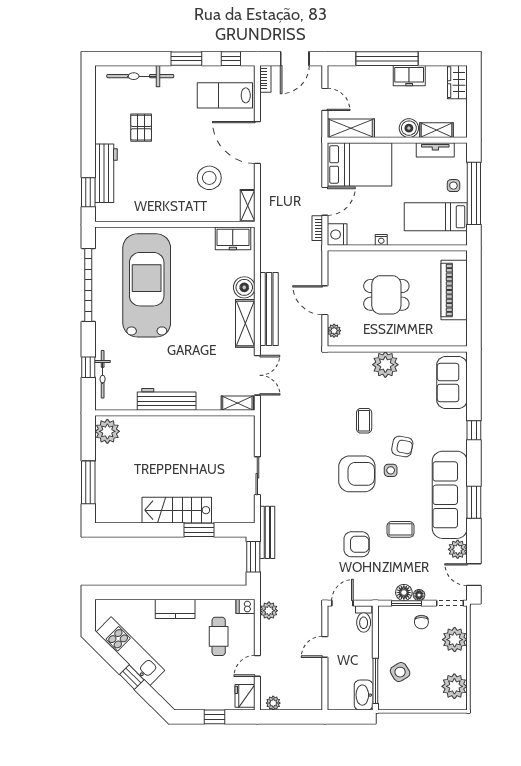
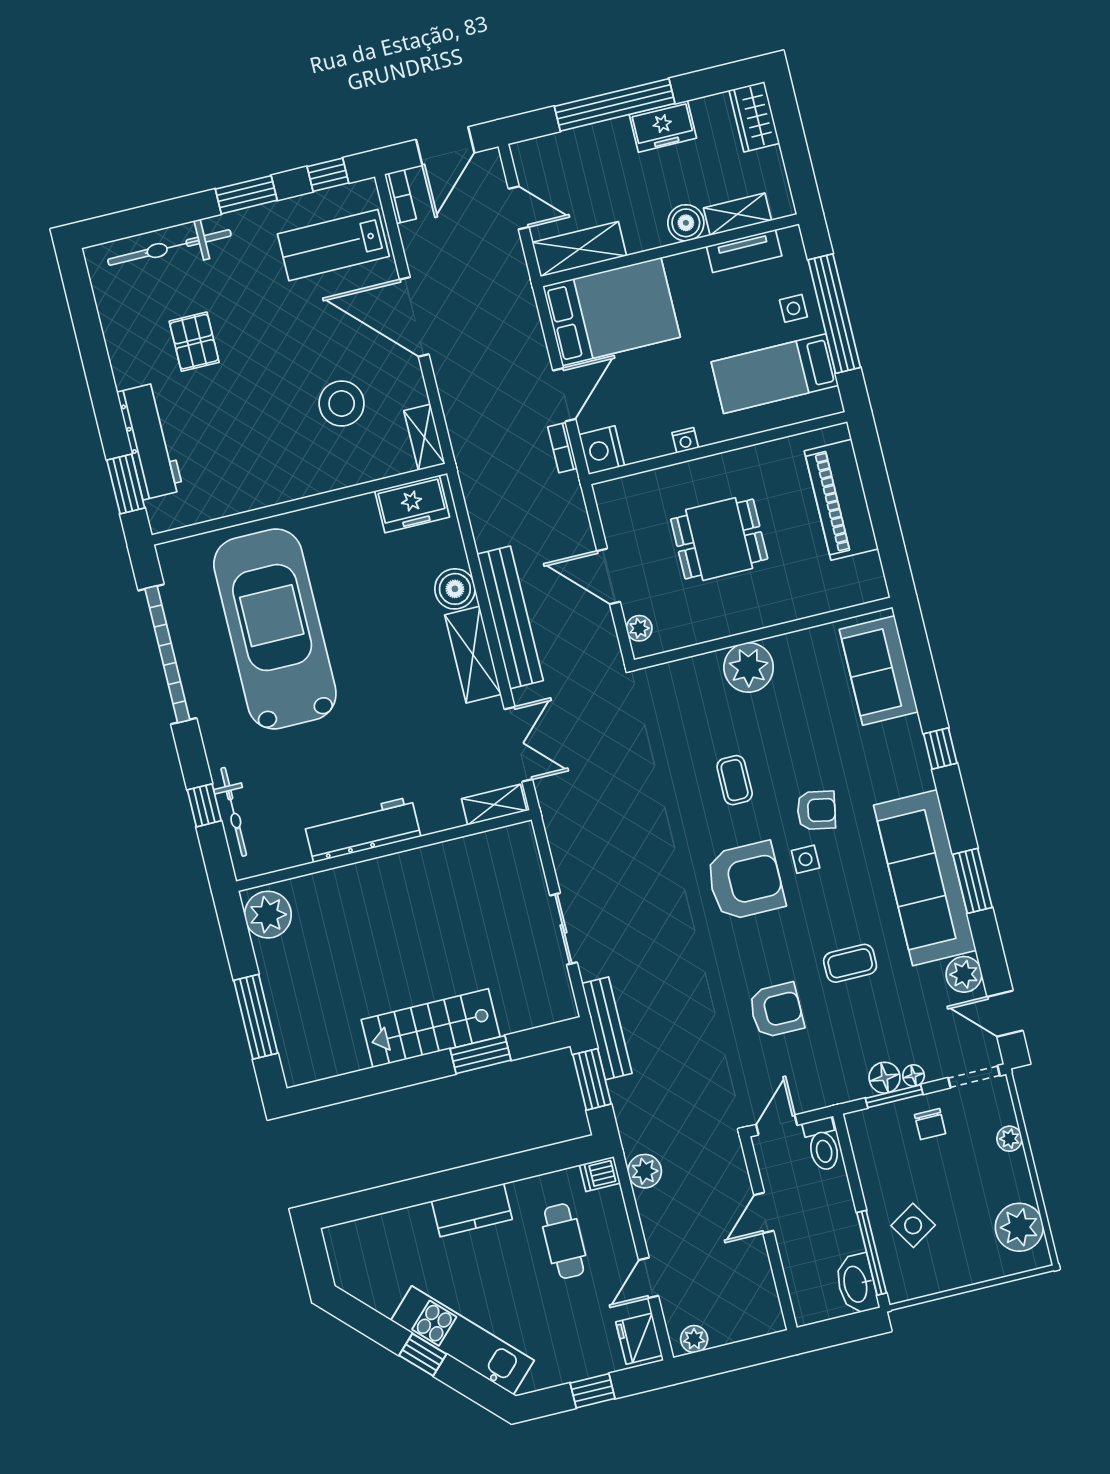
plant: (455, 640) -> (1009, 1139), width x0.53, depth x0.53
kitchen unit: (130, 651) -> (462, 1340), moved

